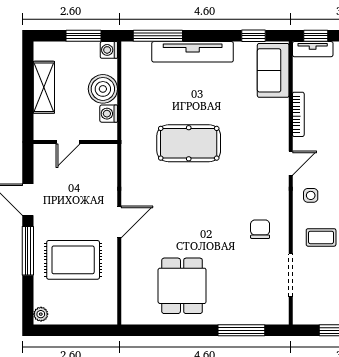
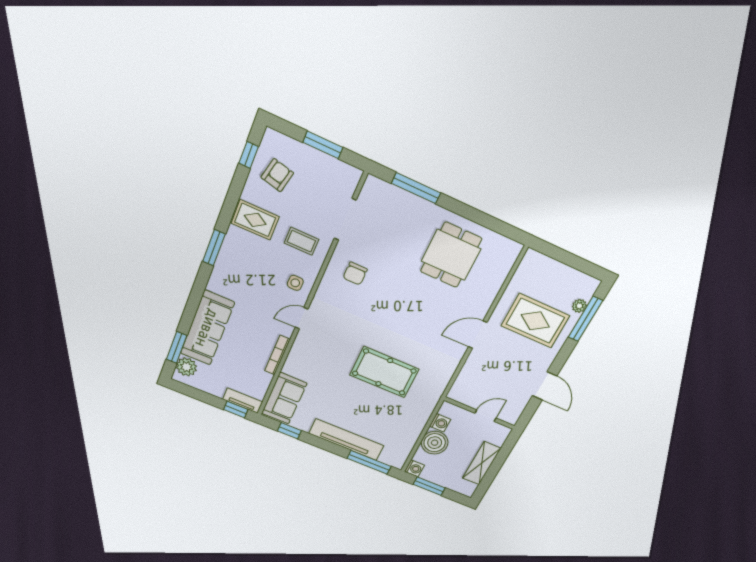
window: (28, 251) -> (585, 319), moved
plant: (41, 314) -> (579, 306), moved

